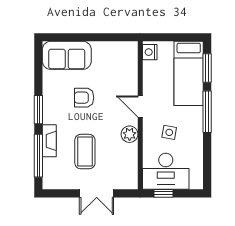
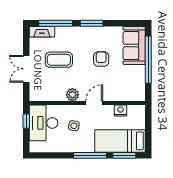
window: (85, 37) -> (148, 60), added
nightstand: (150, 52) -> (121, 110), moved
fireplace: (49, 141) -> (42, 32), moved

